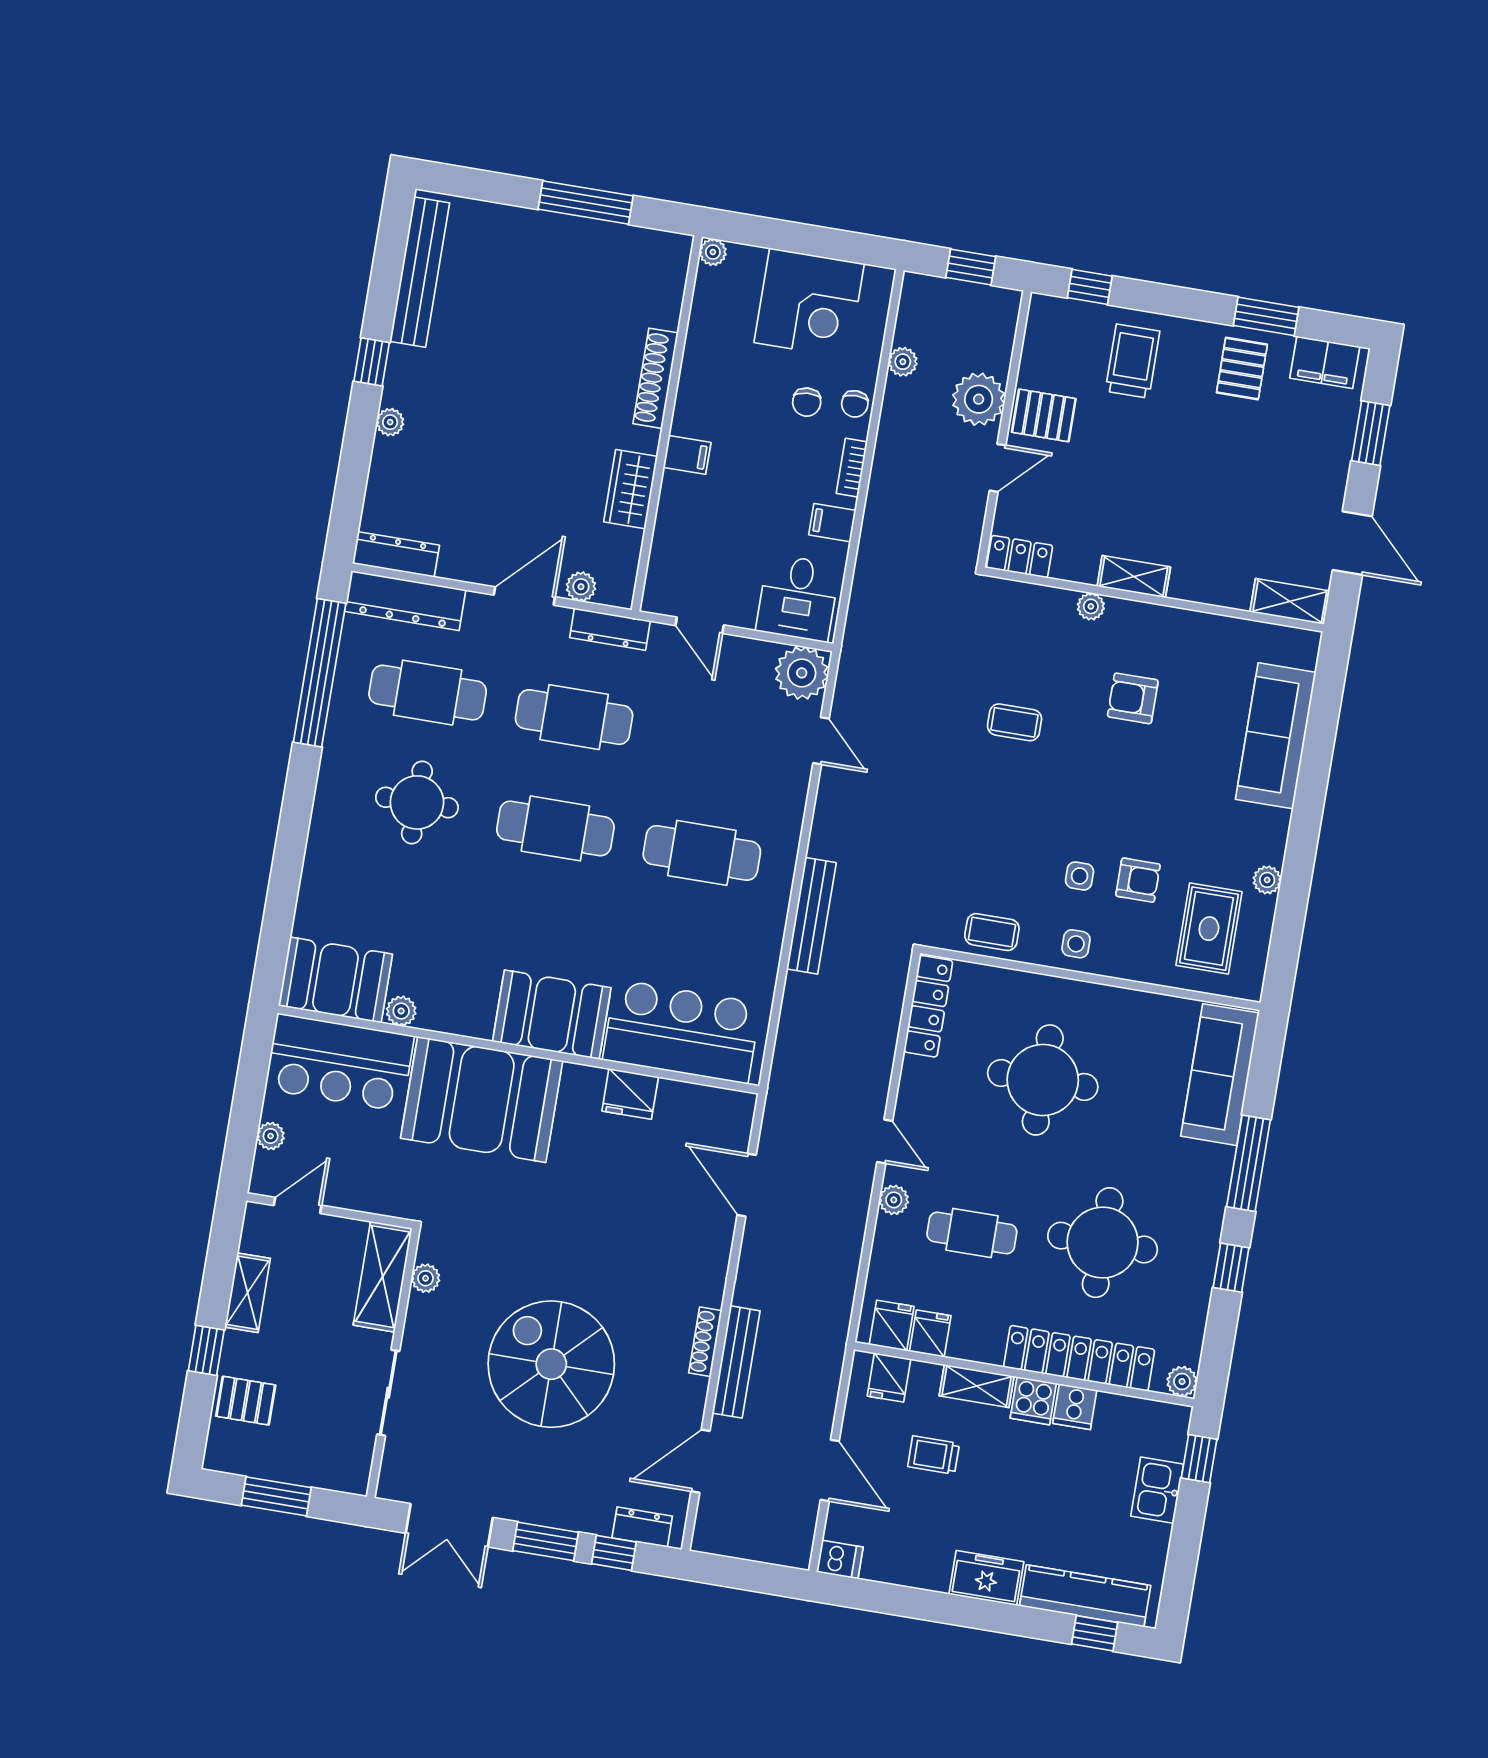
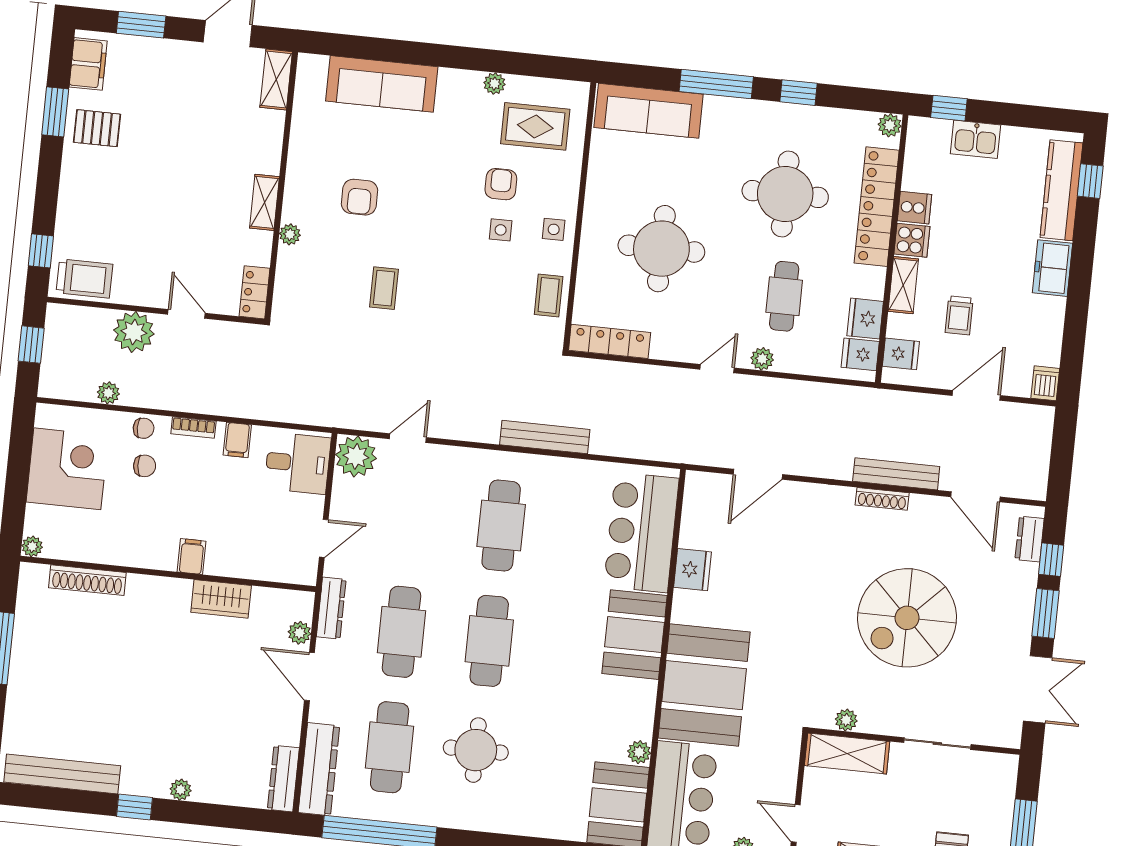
trolley: (1133, 361) -> (84, 279), moved, turned 180
shoe rack: (656, 378) -> (87, 580), moved
pallet: (1044, 415) -> (143, 280), removed
fridge: (930, 1334) -> (865, 319), width x1.38

